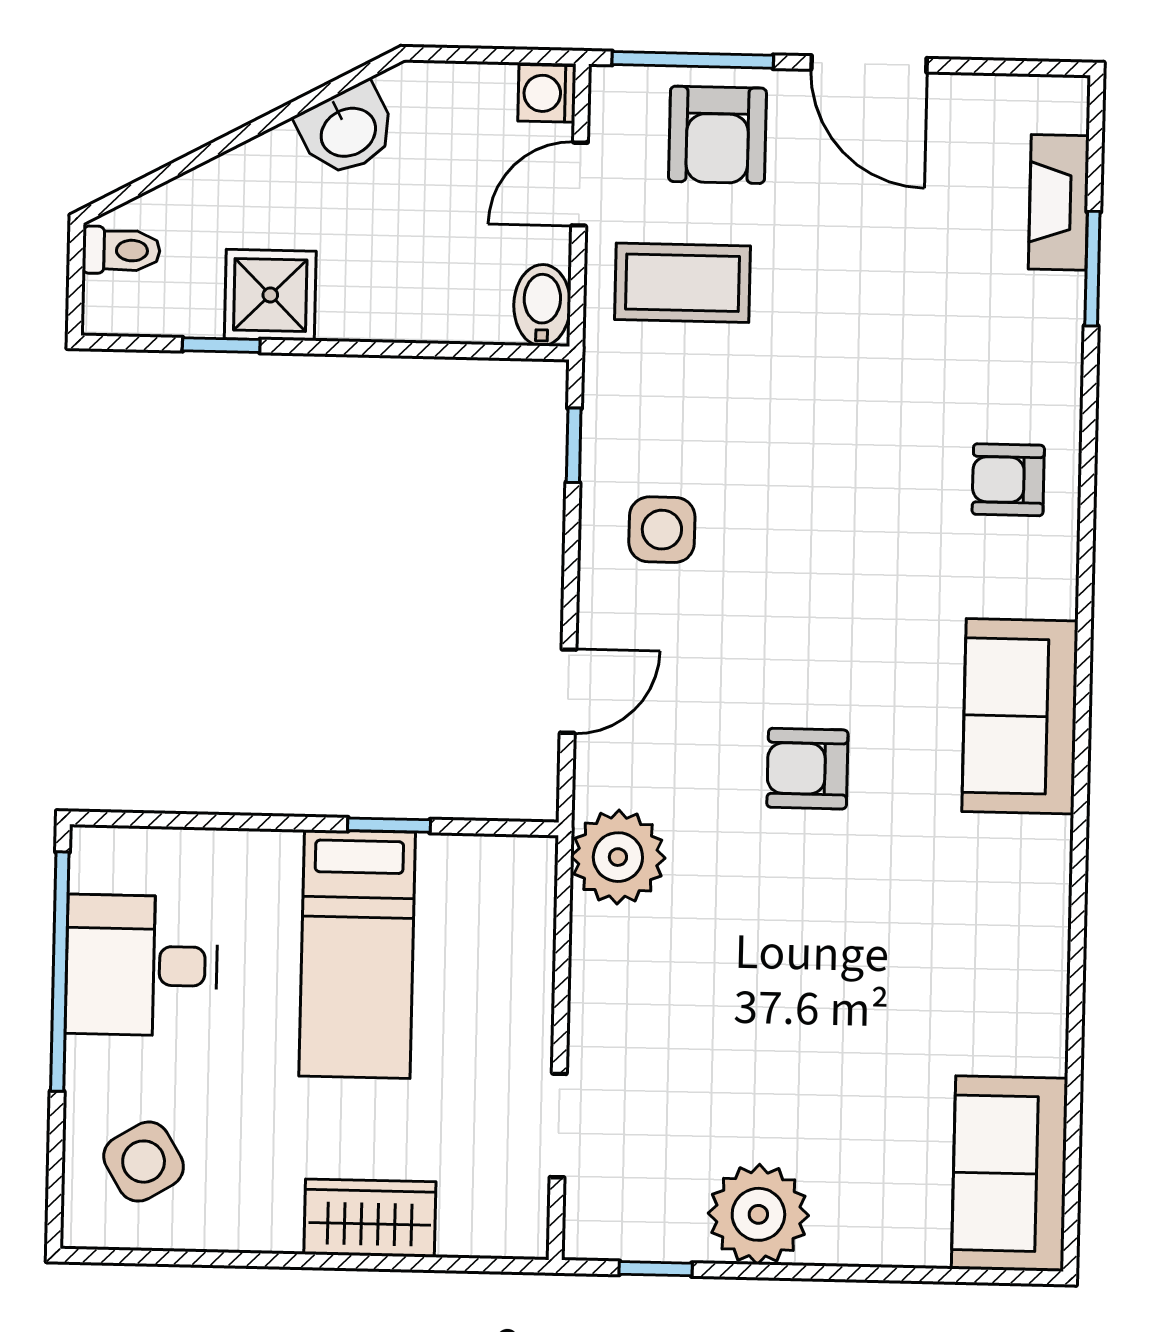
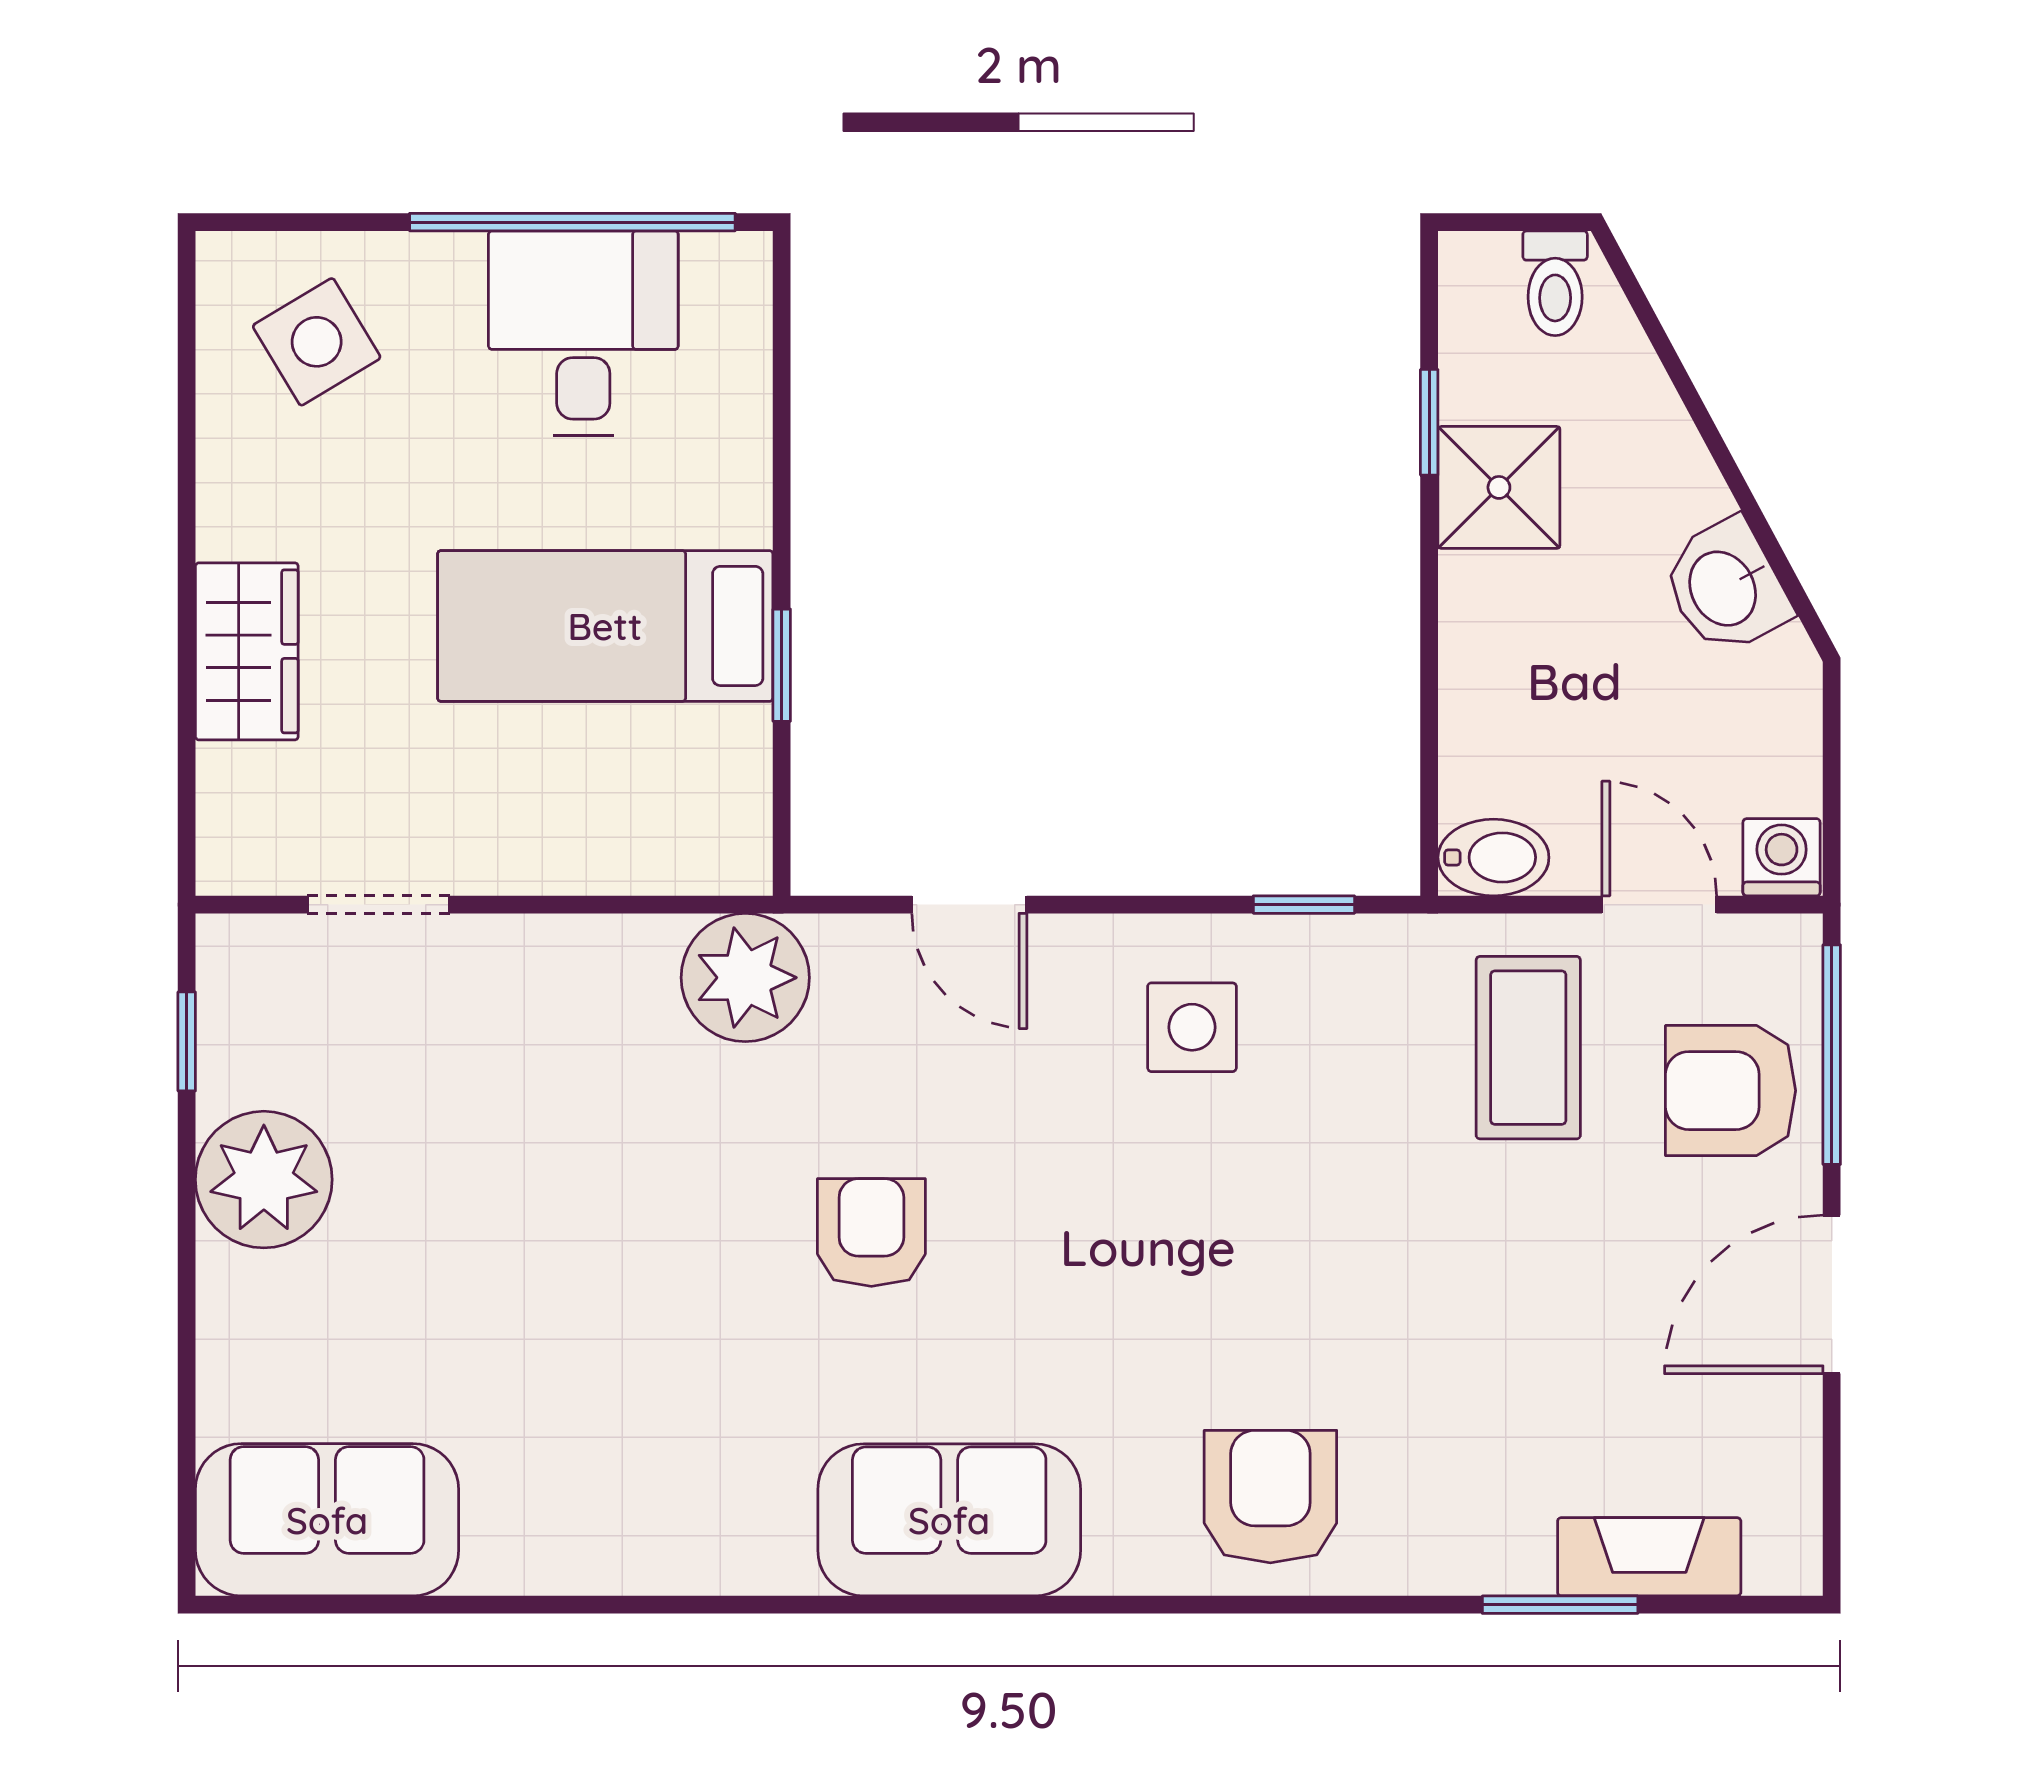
armchair: (1008, 480) -> (1270, 1497), width x1.38, depth x1.38

